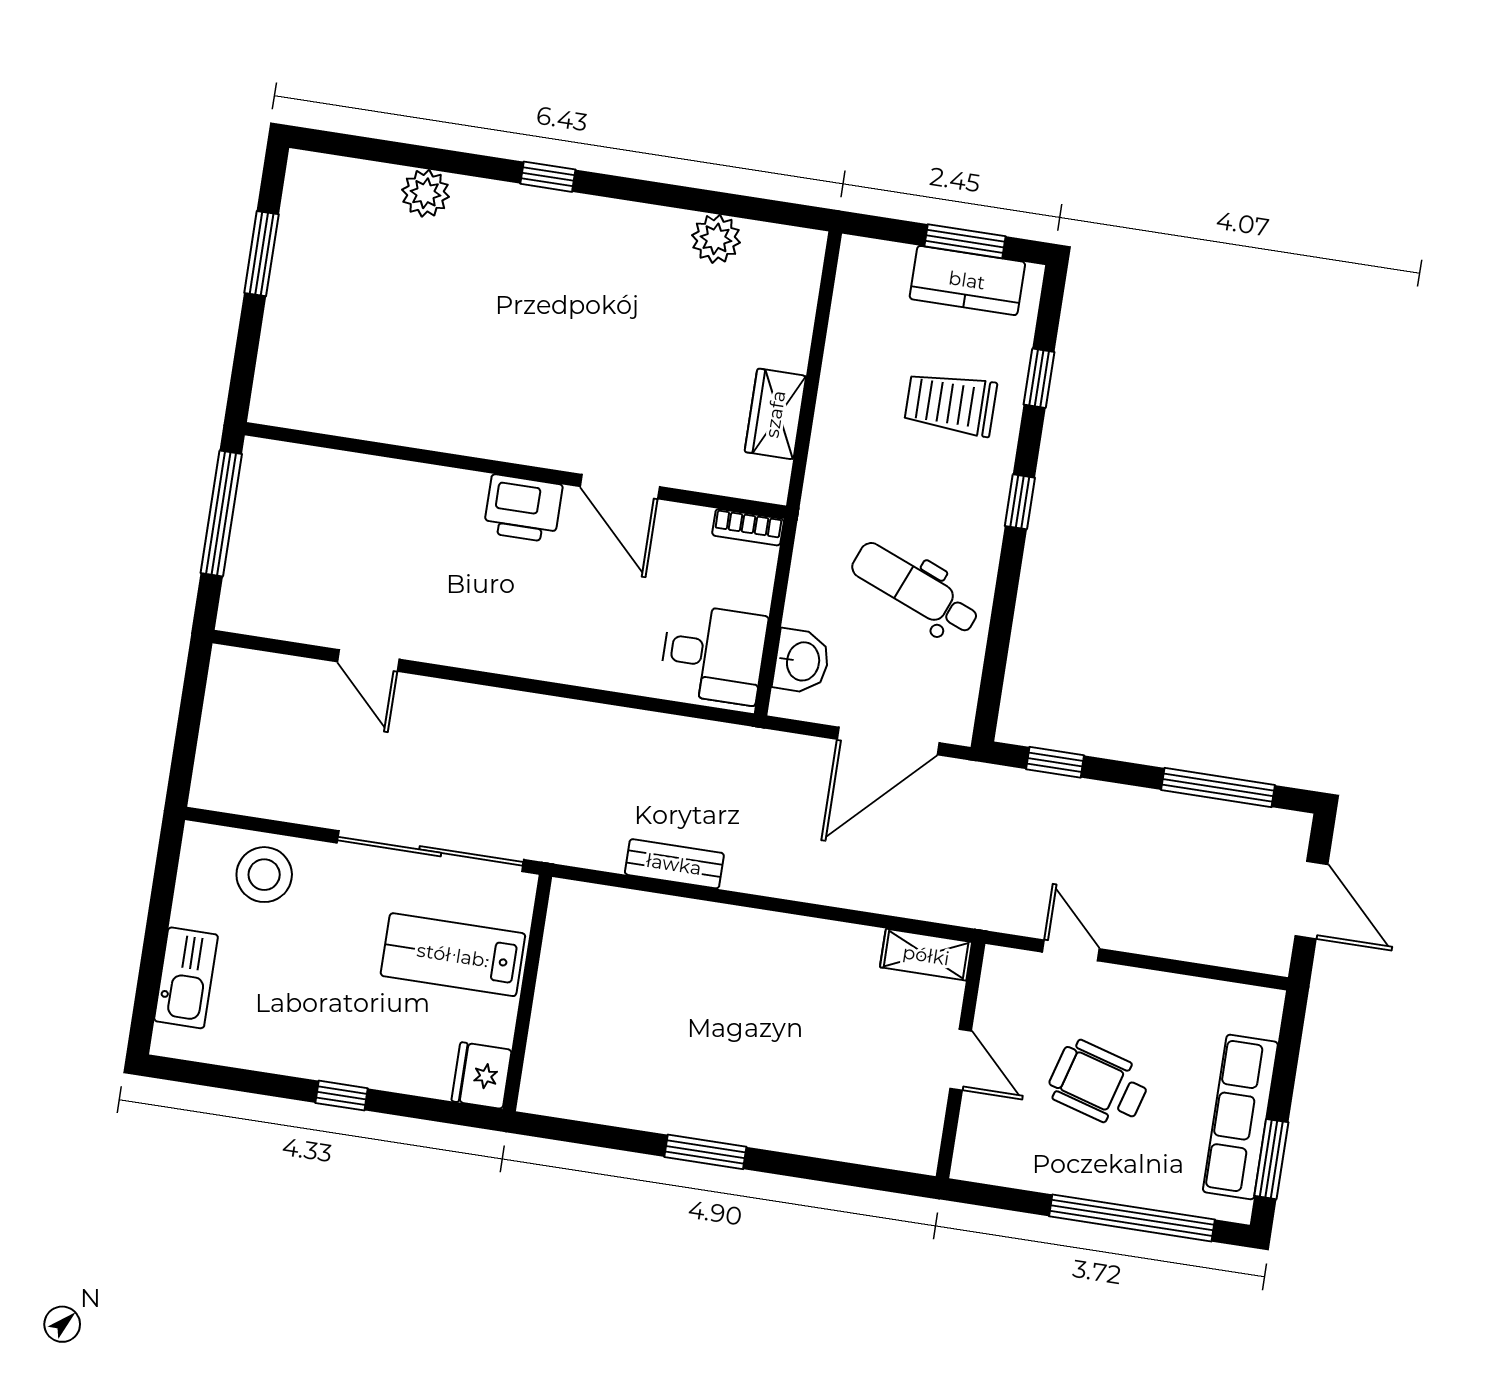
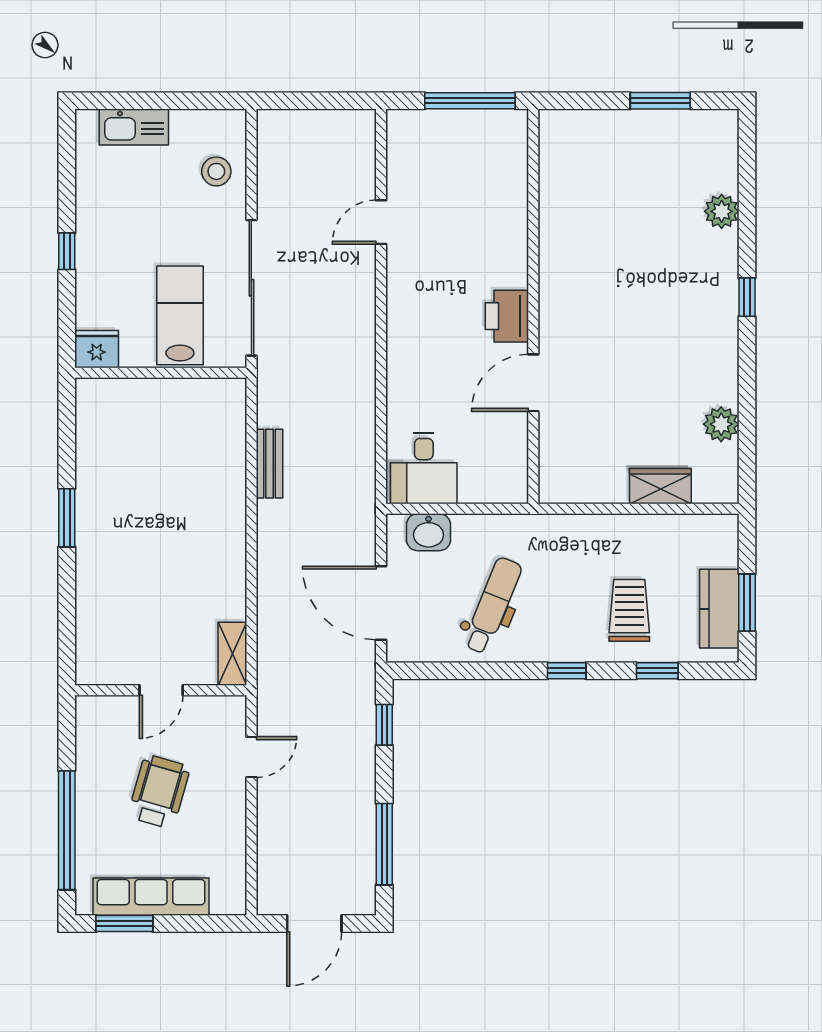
wardrobe: (775, 414) -> (660, 486), moved
bookcase: (748, 527) -> (518, 479), removed
stool: (264, 875) -> (216, 171), width x0.73, depth x0.73

